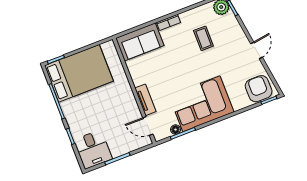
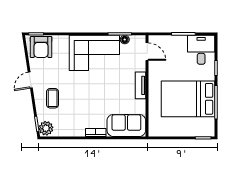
coffee table: (203, 38) -> (53, 98), moved
bed: (79, 73) -> (188, 99), moved
tv unit: (145, 100) -> (141, 85), moved

